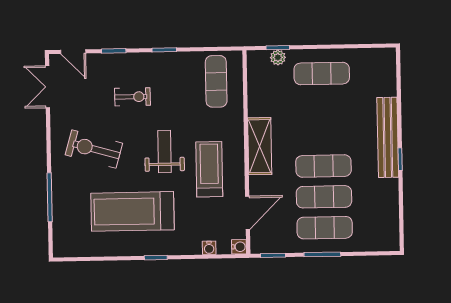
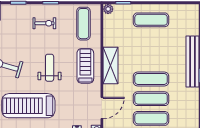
plant: (278, 57) -> (108, 9), moved
exercise bike: (133, 97) -> (44, 23), moved
treadmill: (209, 169) -> (85, 66), moved

